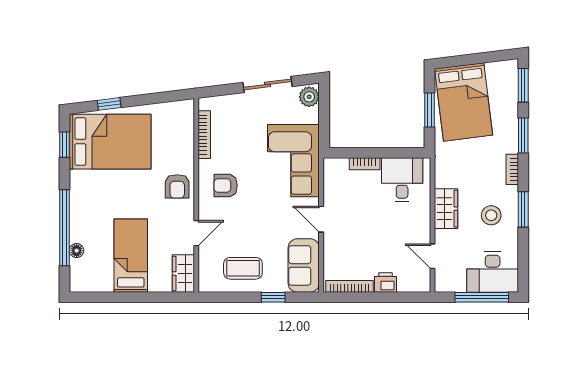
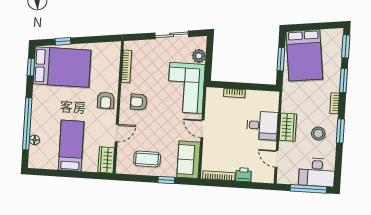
plant: (309, 97) -> (199, 56), moved
desk: (402, 180) -> (262, 125), moved, turned 90

